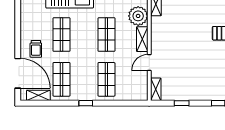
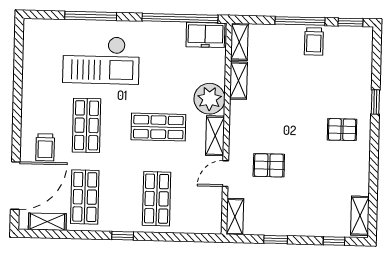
shop shelf: (106, 35) -> (158, 127), turned 90
pallet: (176, 57) -> (269, 165), added
door: (18, 73) -> (15, 186), hinge flipped

